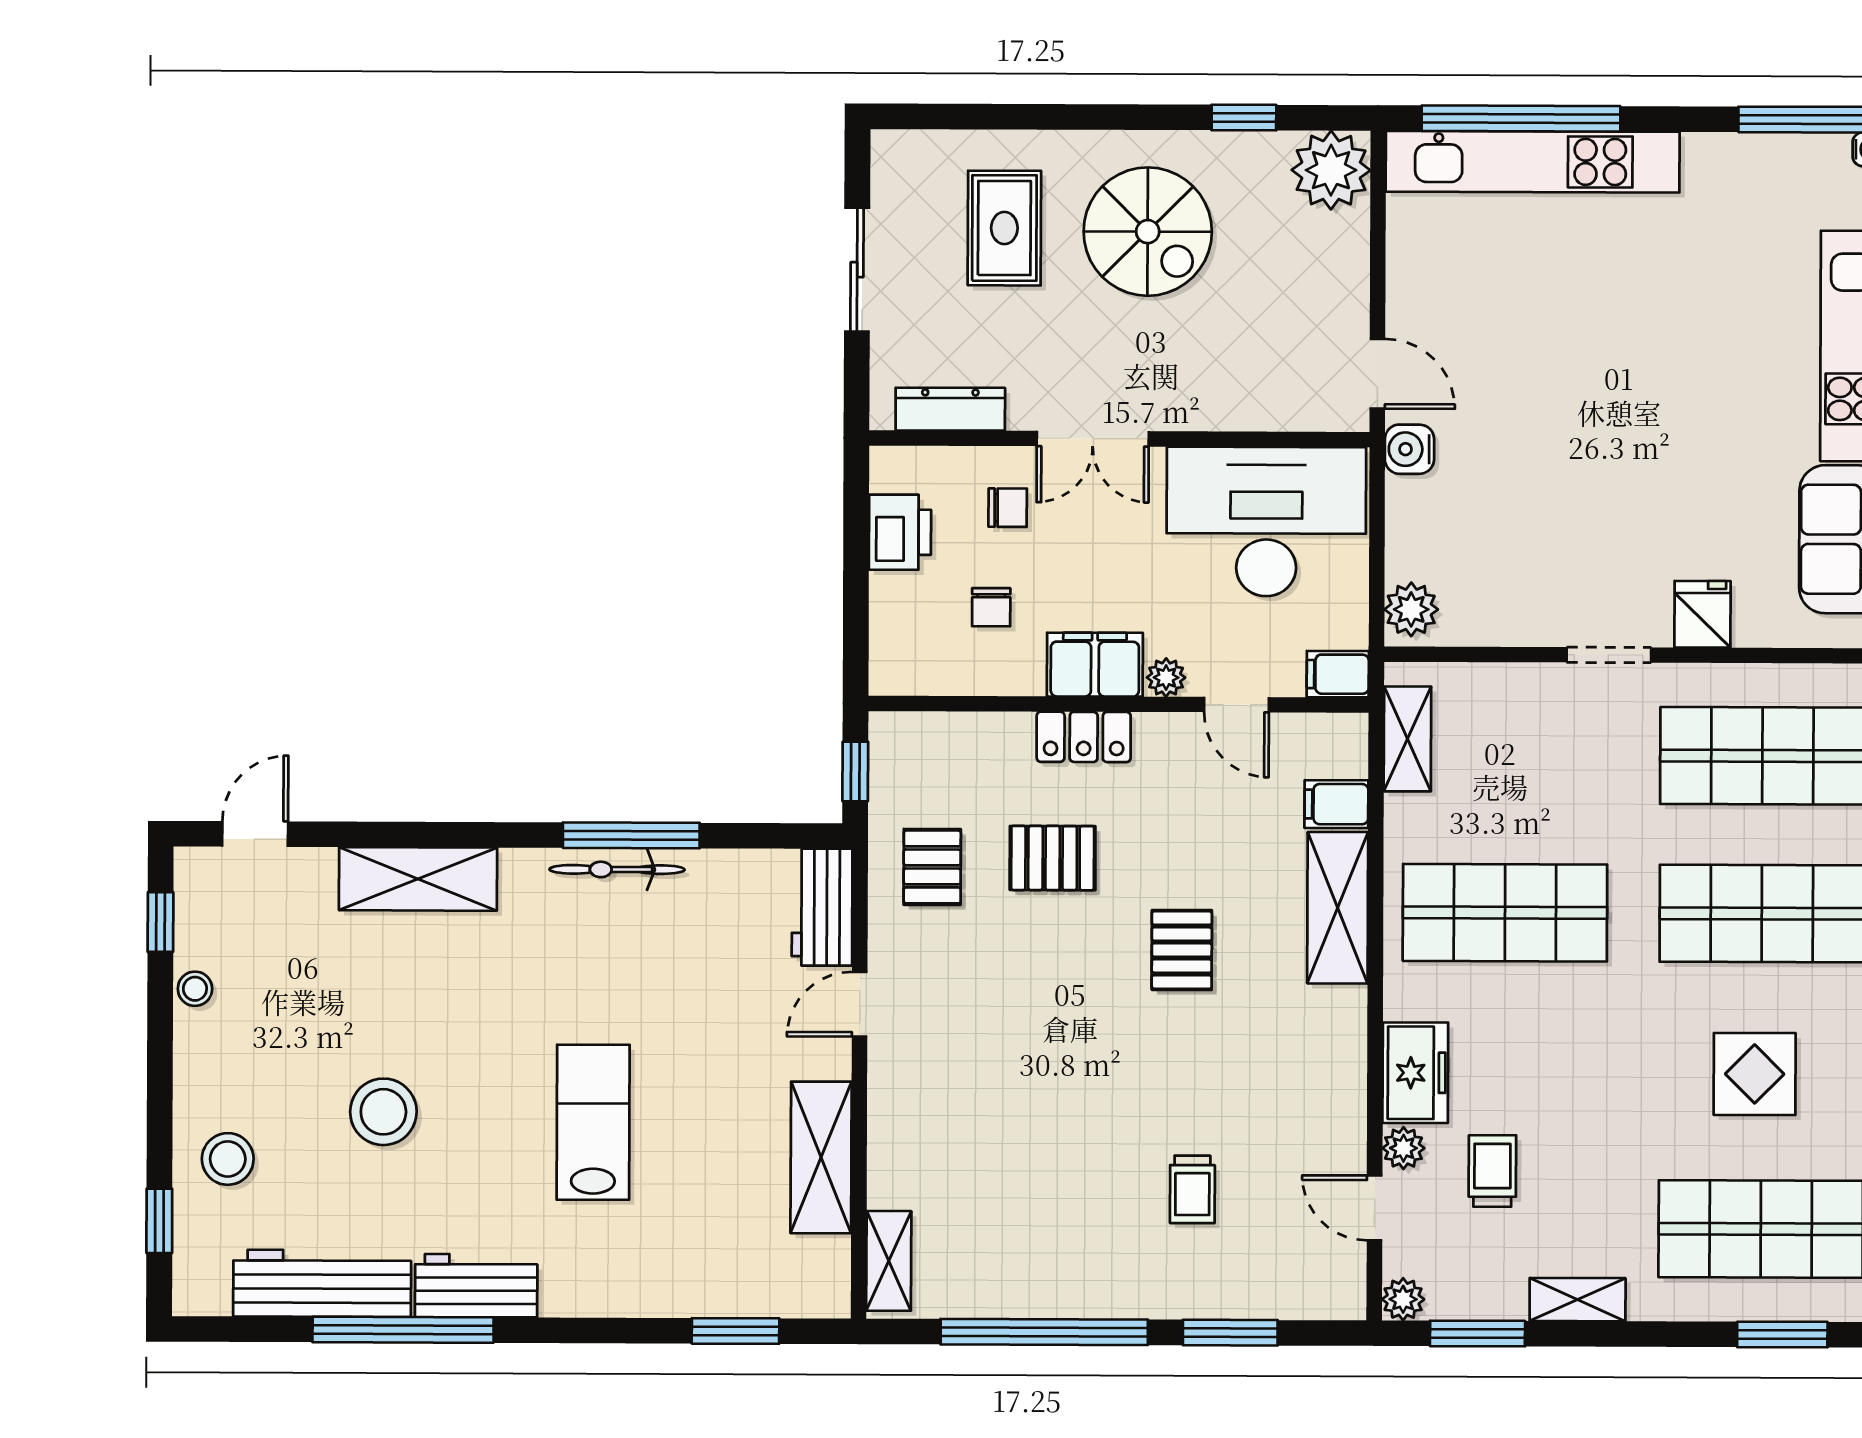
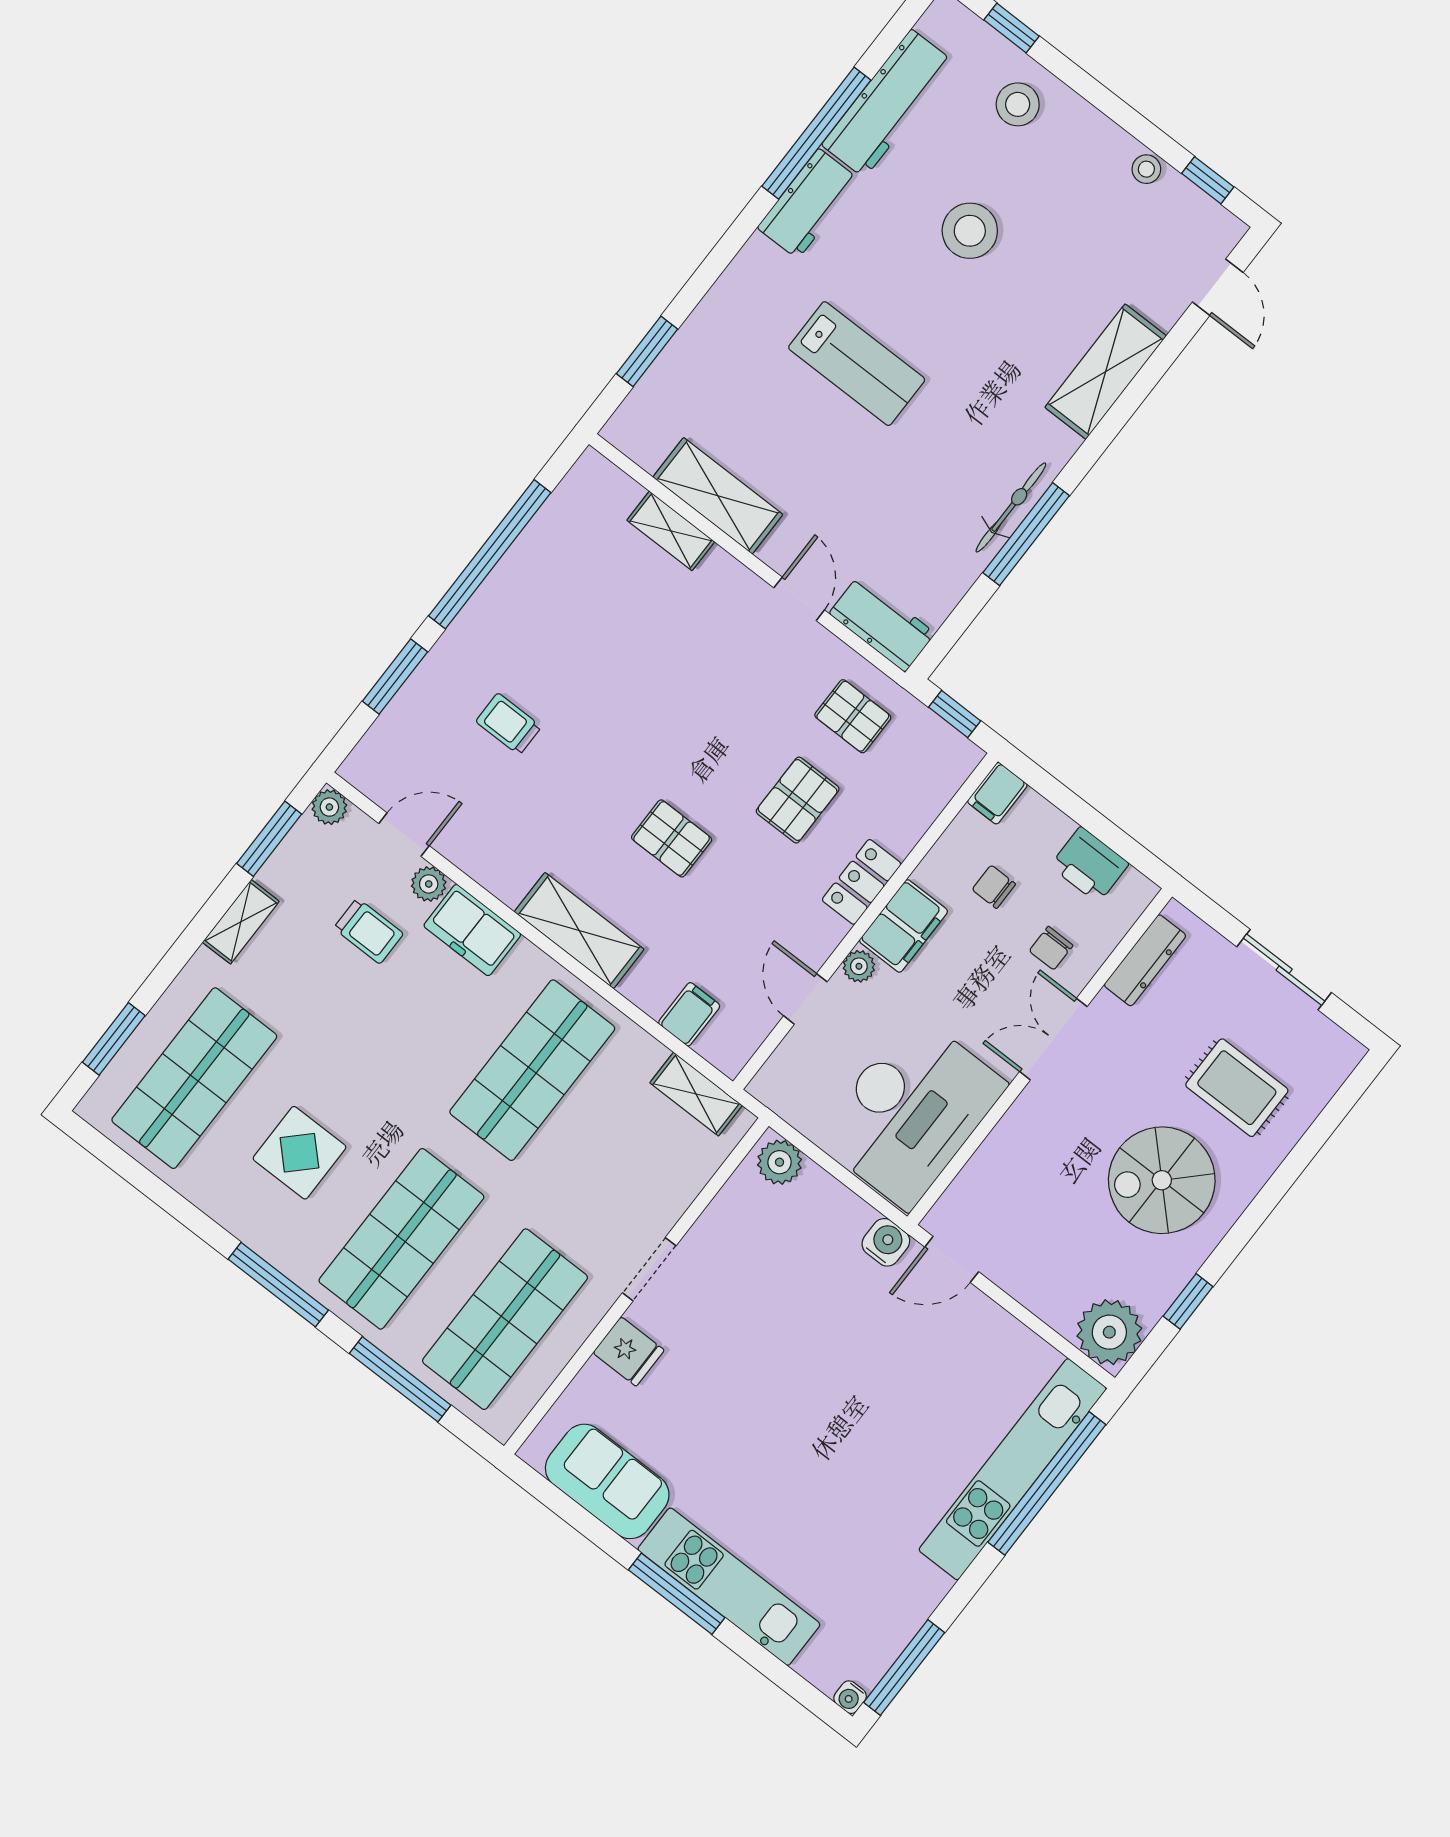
filing cabinet: (1338, 674) -> (997, 793), moved, turned 180
door: (1236, 705) -> (805, 999), hinge flipped
shelving: (1338, 908) -> (579, 931), moved
shelving: (889, 1261) -> (671, 531), moved

